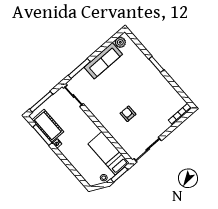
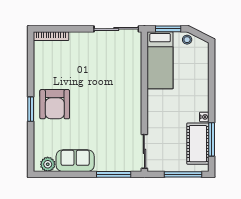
sofa: (103, 61) -> (75, 161), width x0.73
armchair: (128, 114) -> (55, 104), moved, width x1.88, depth x1.88

